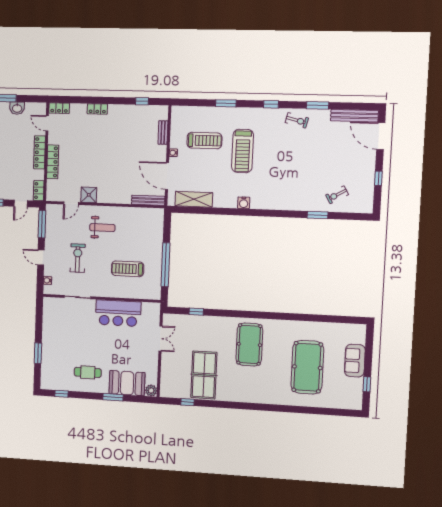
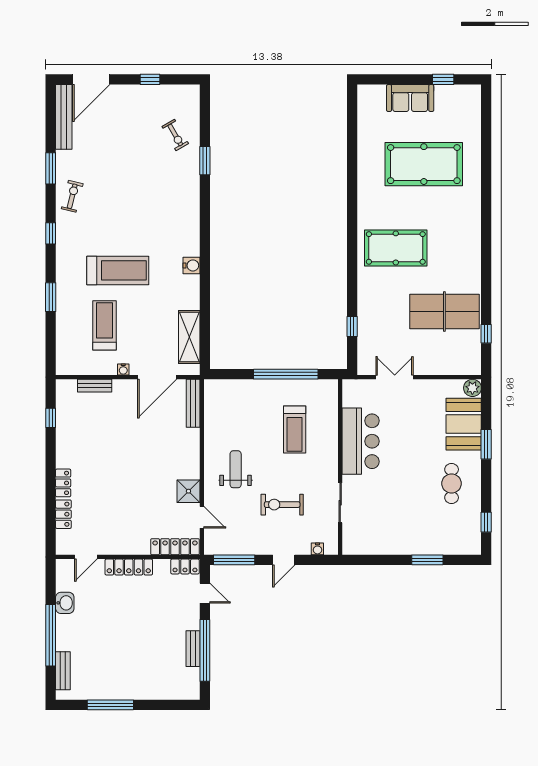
locker: (59, 108) -> (63, 514), moved
locker: (53, 162) -> (175, 547), moved

